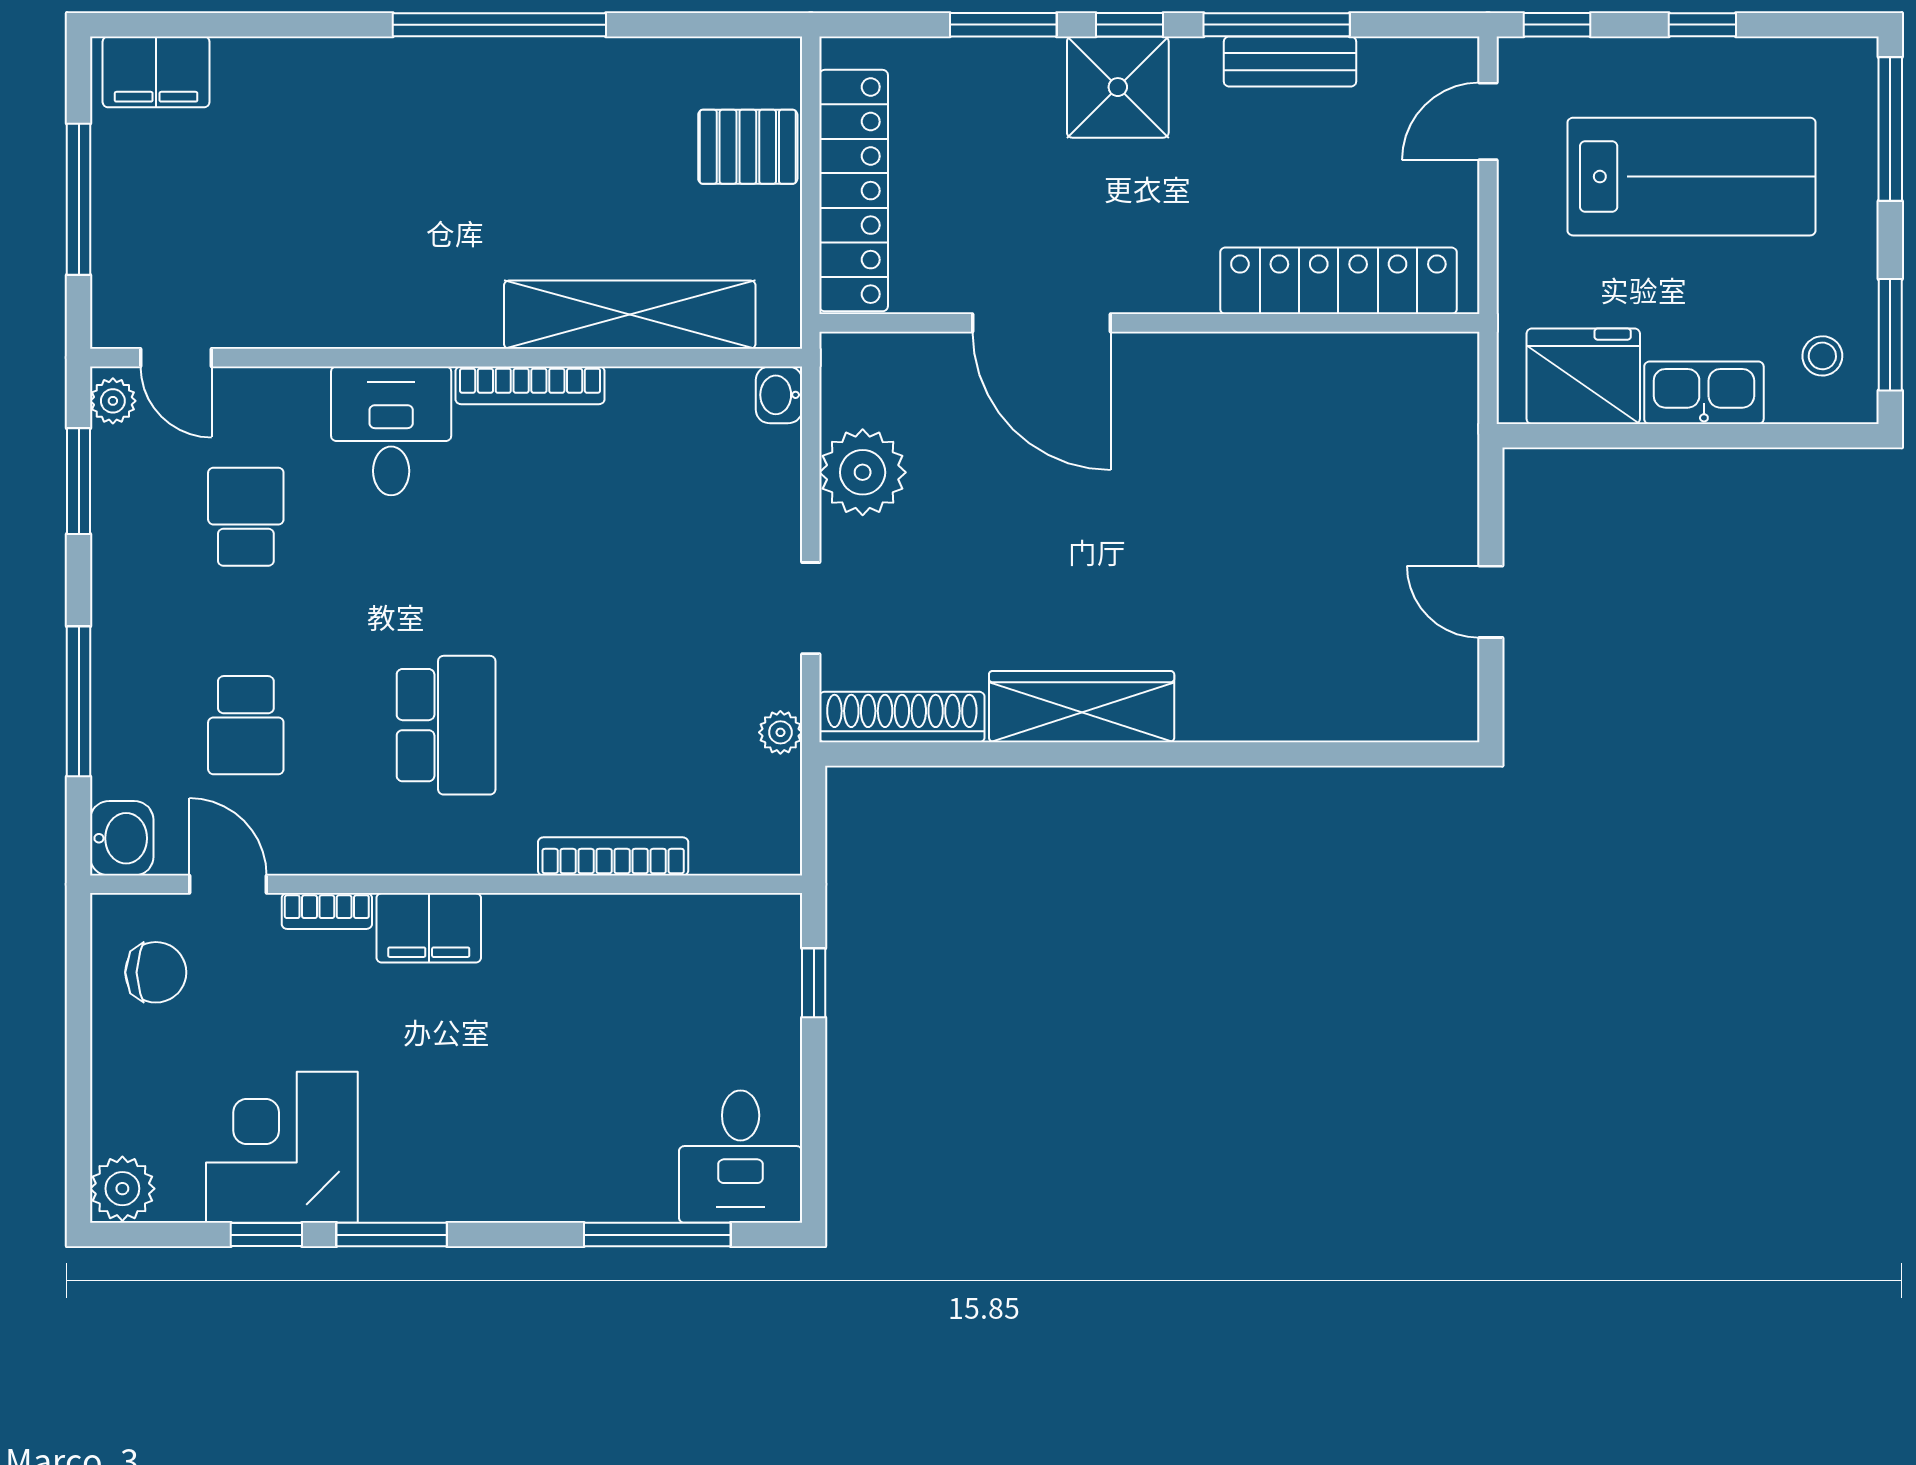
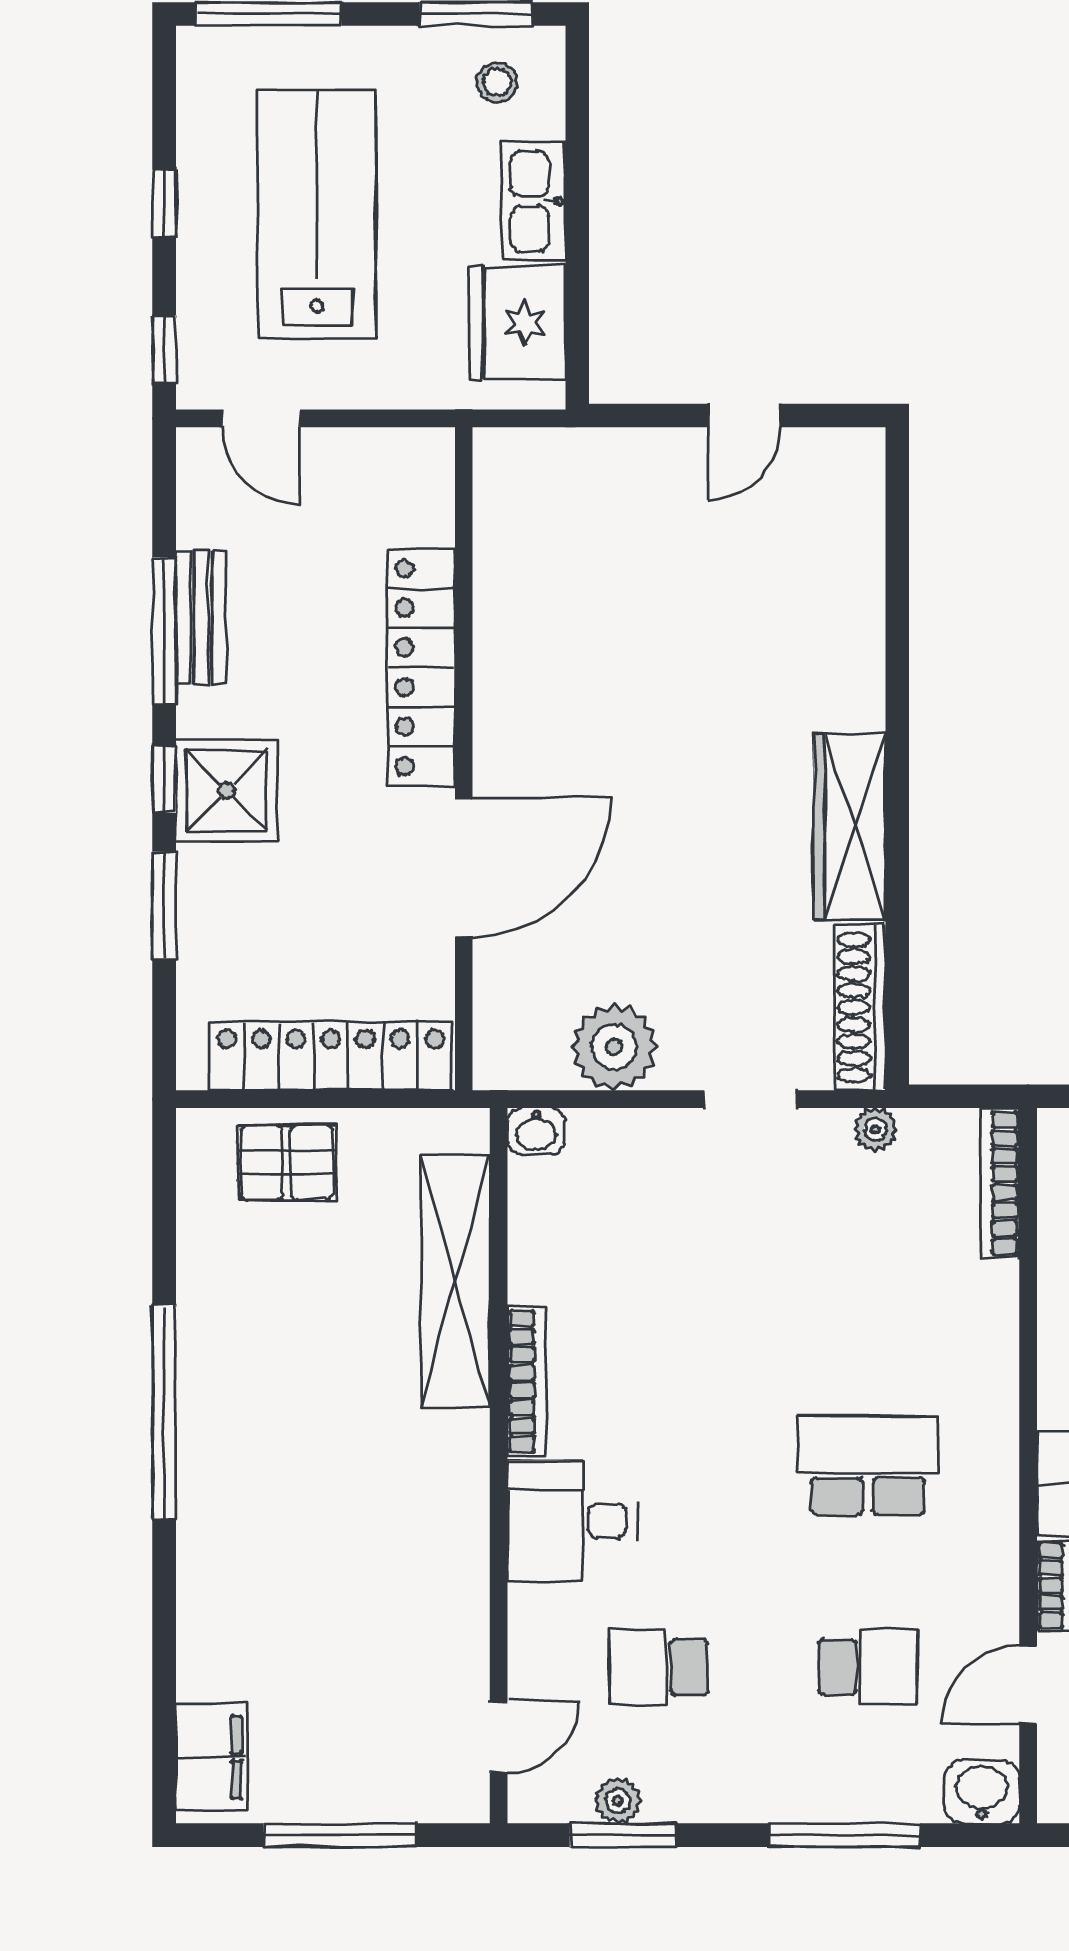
pallet: (748, 147) -> (287, 1162), turned 90
locker: (1338, 281) -> (421, 667), moved
plant: (113, 401) -> (618, 1801), moved
bookcase: (613, 856) -> (1000, 1183), moved

